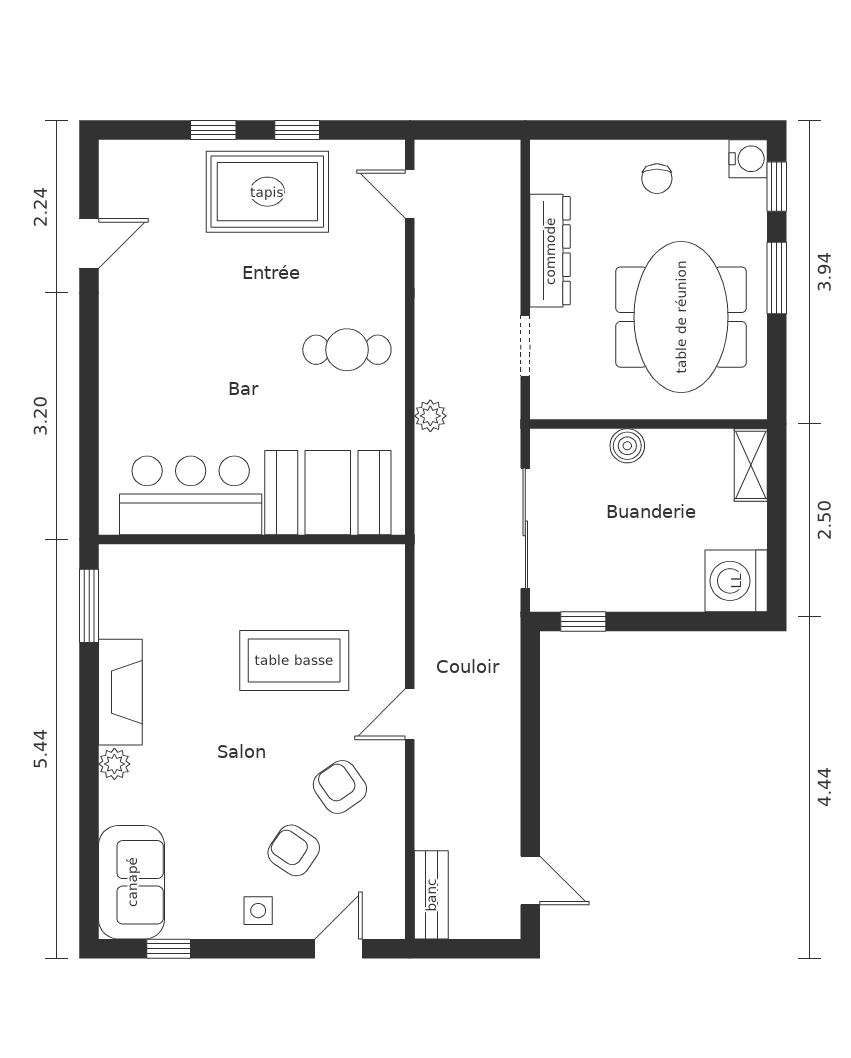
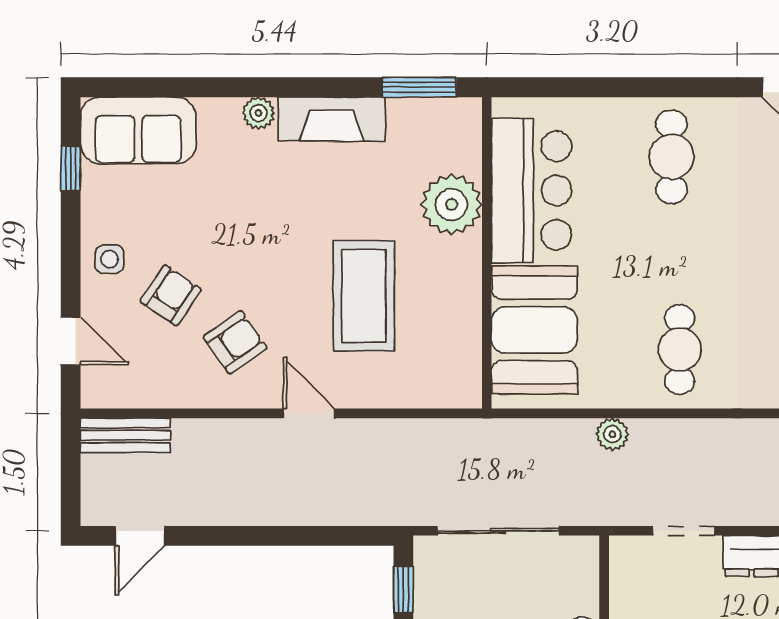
cafe table: (157, 358) -> (672, 157), added
plant: (204, 574) -> (452, 204), added

